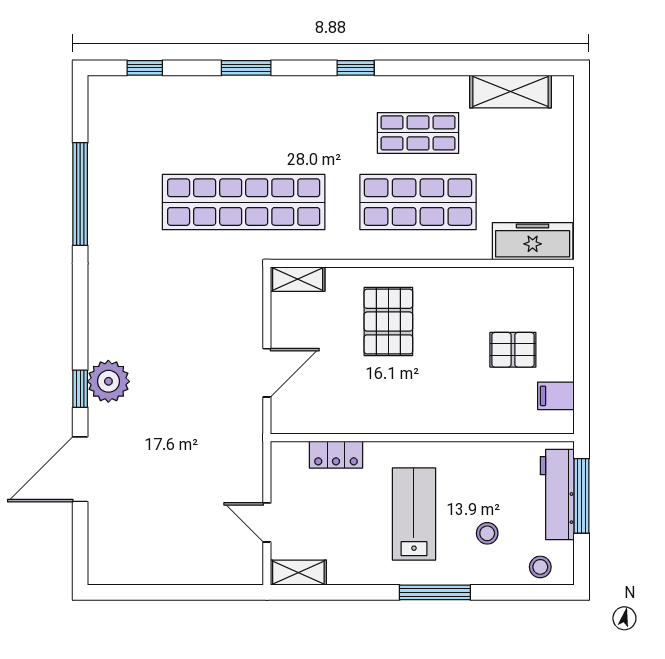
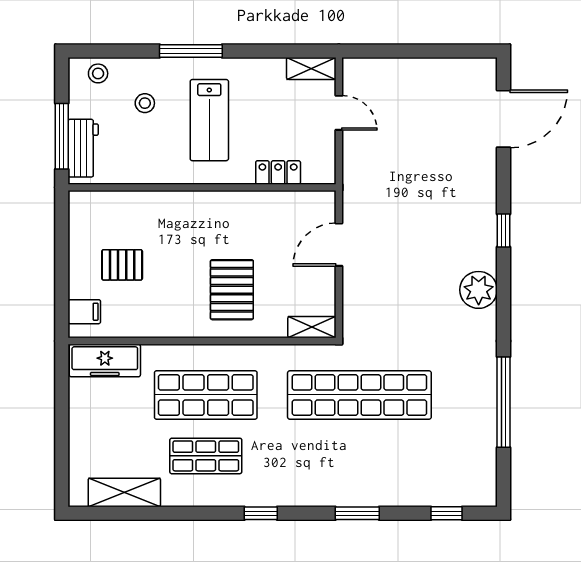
plant: (108, 381) -> (479, 290), moved
filing cabinet: (556, 396) -> (84, 312), moved
door: (80, 469) -> (504, 119), moved
workbench: (557, 495) -> (83, 148), width x0.73

